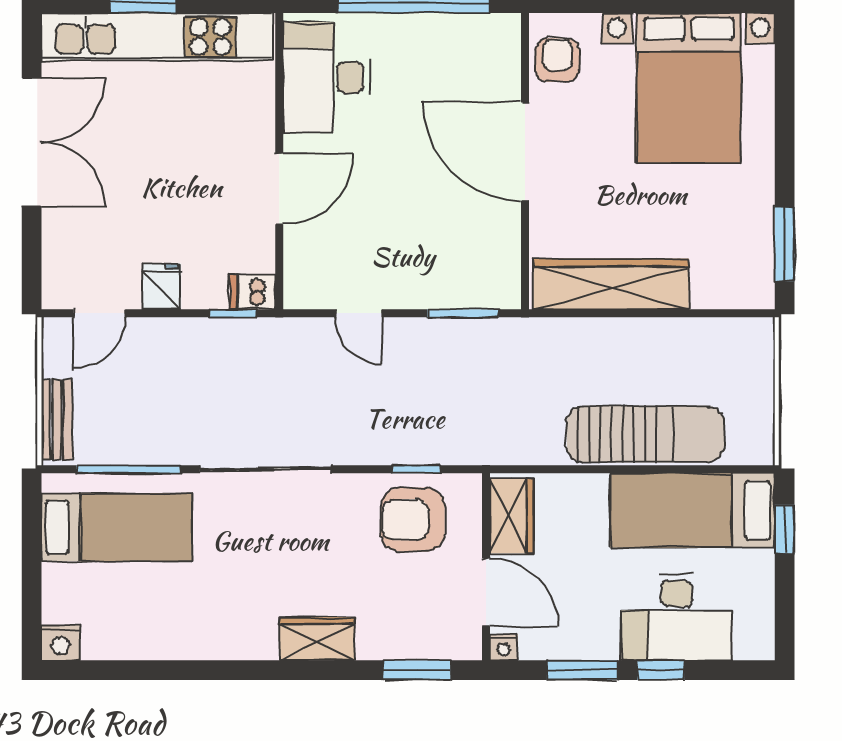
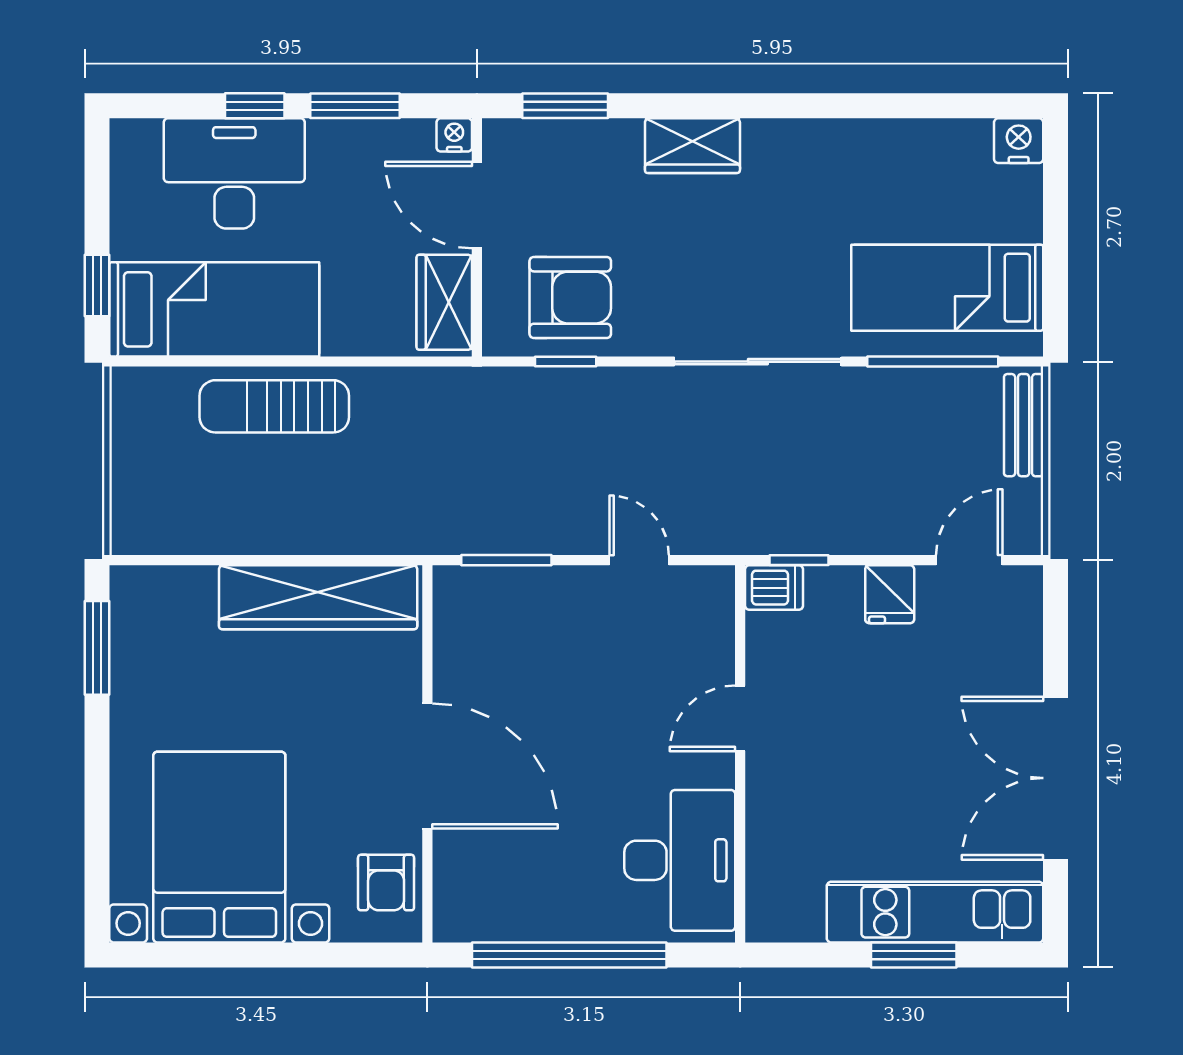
kitchen unit: (157, 37) -> (935, 912), width x0.73
door: (279, 189) -> (740, 718), width x0.73
sun lounger: (645, 434) -> (274, 406), width x0.73, depth x0.75

